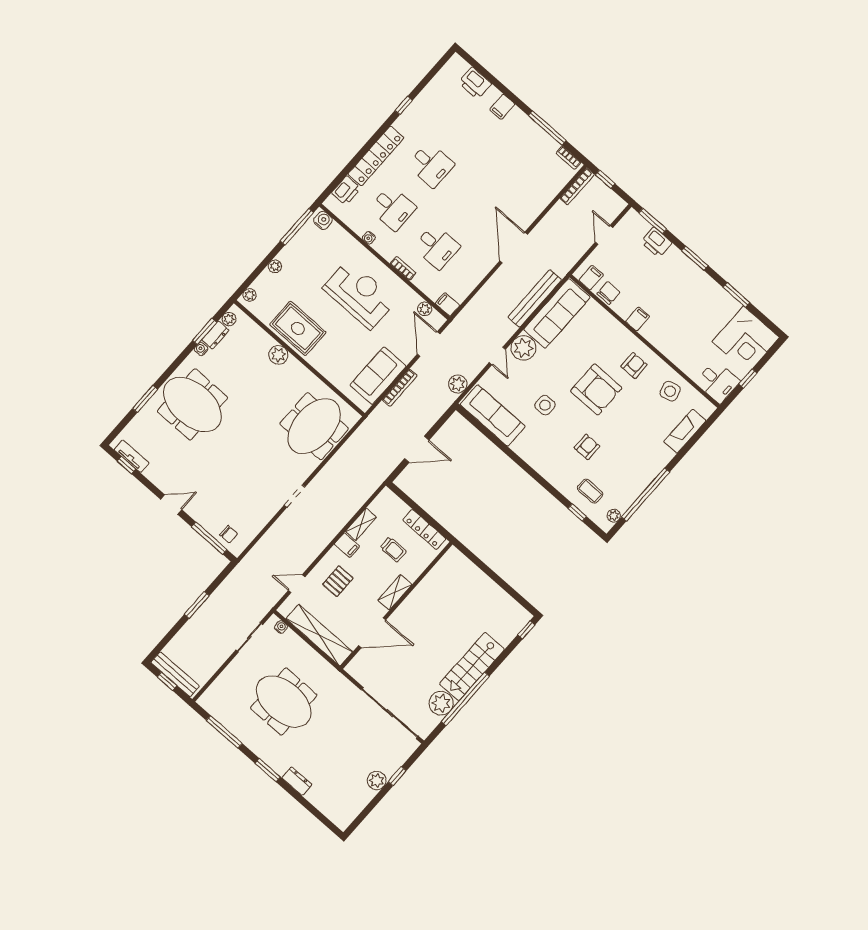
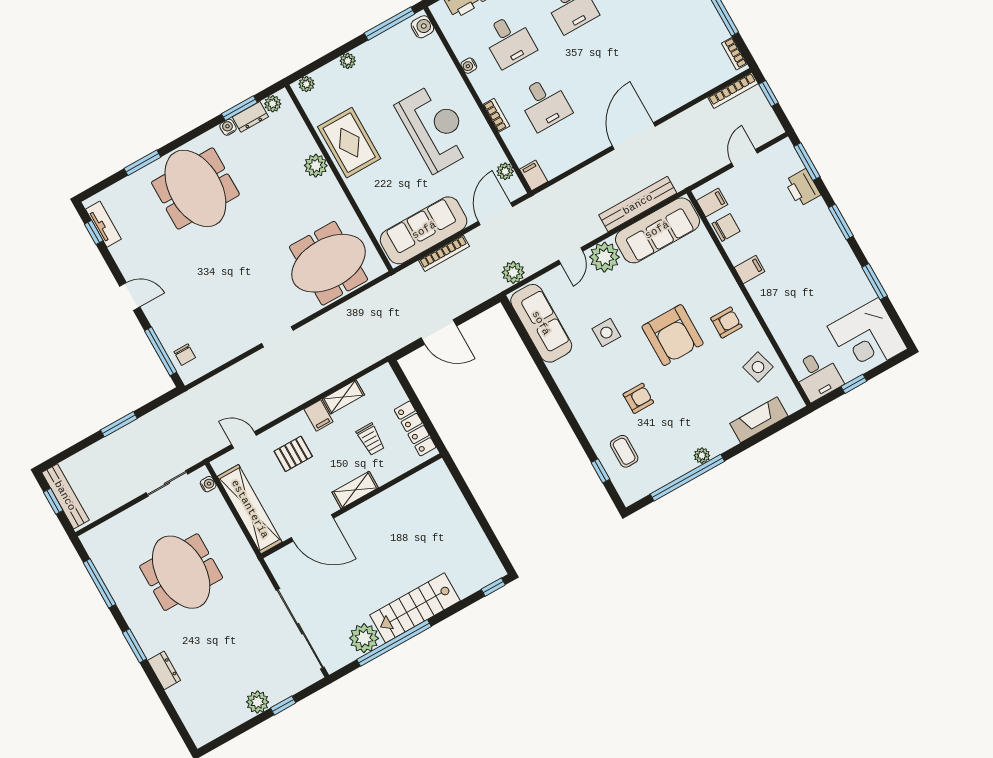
sofa: (378, 376) -> (424, 230), width x1.36
plant: (614, 516) -> (702, 456), moved

